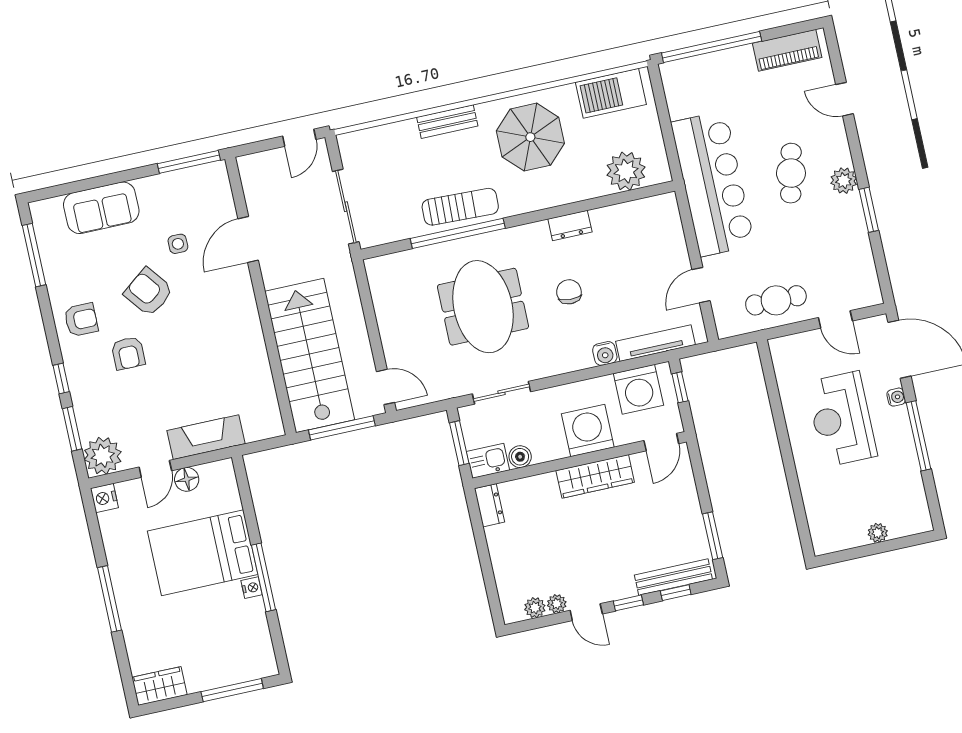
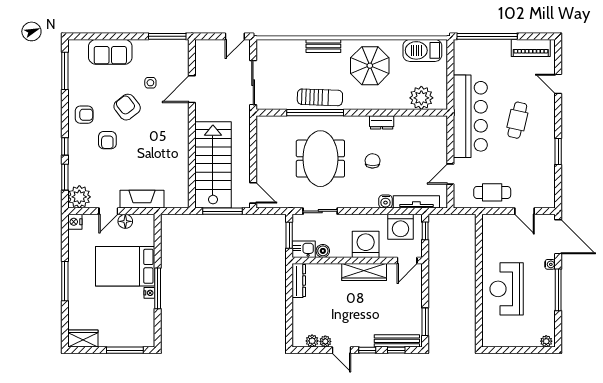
plant: (844, 181) -> (547, 131), removed
reception desk: (841, 419) -> (507, 289), moved
dresser: (489, 505) -> (299, 281), width x1.44
plant: (878, 533) -> (546, 341), moved

